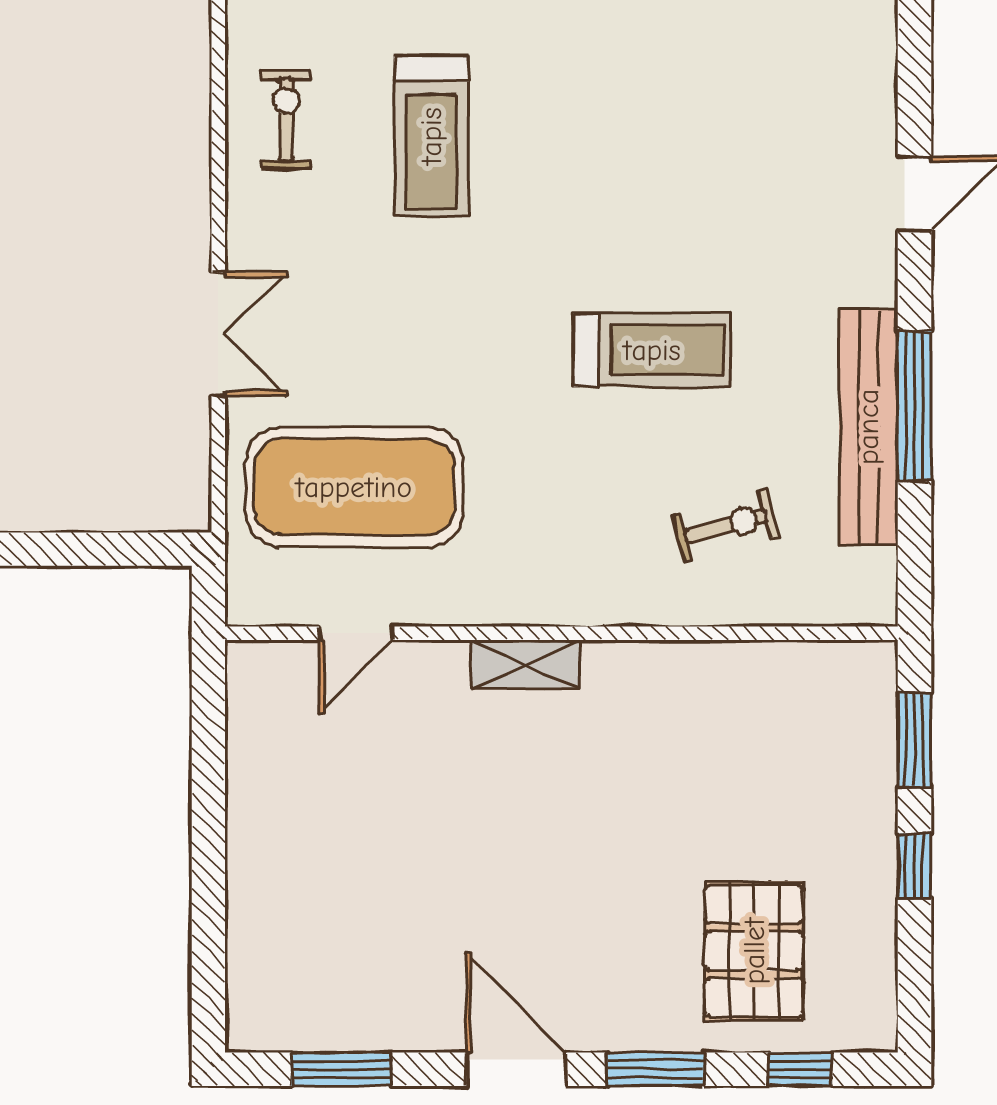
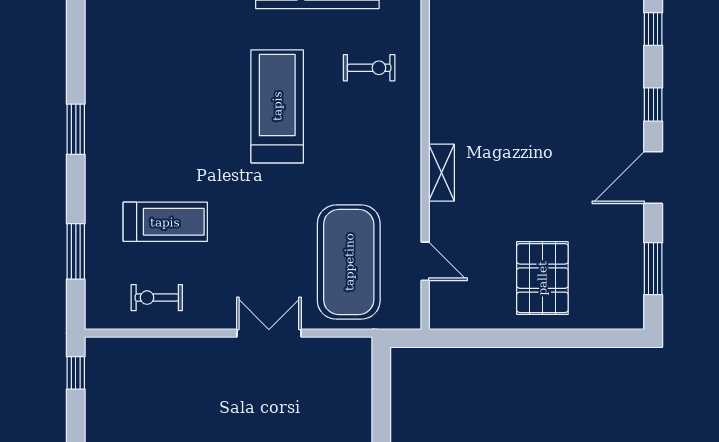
treadmill: (652, 350) -> (277, 106), width x1.37, depth x1.38
exercise bike: (726, 526) -> (369, 68), turned 105
pallet: (754, 951) -> (542, 278), moved, turned 90
window: (656, 1069) -> (653, 104), width x0.67

